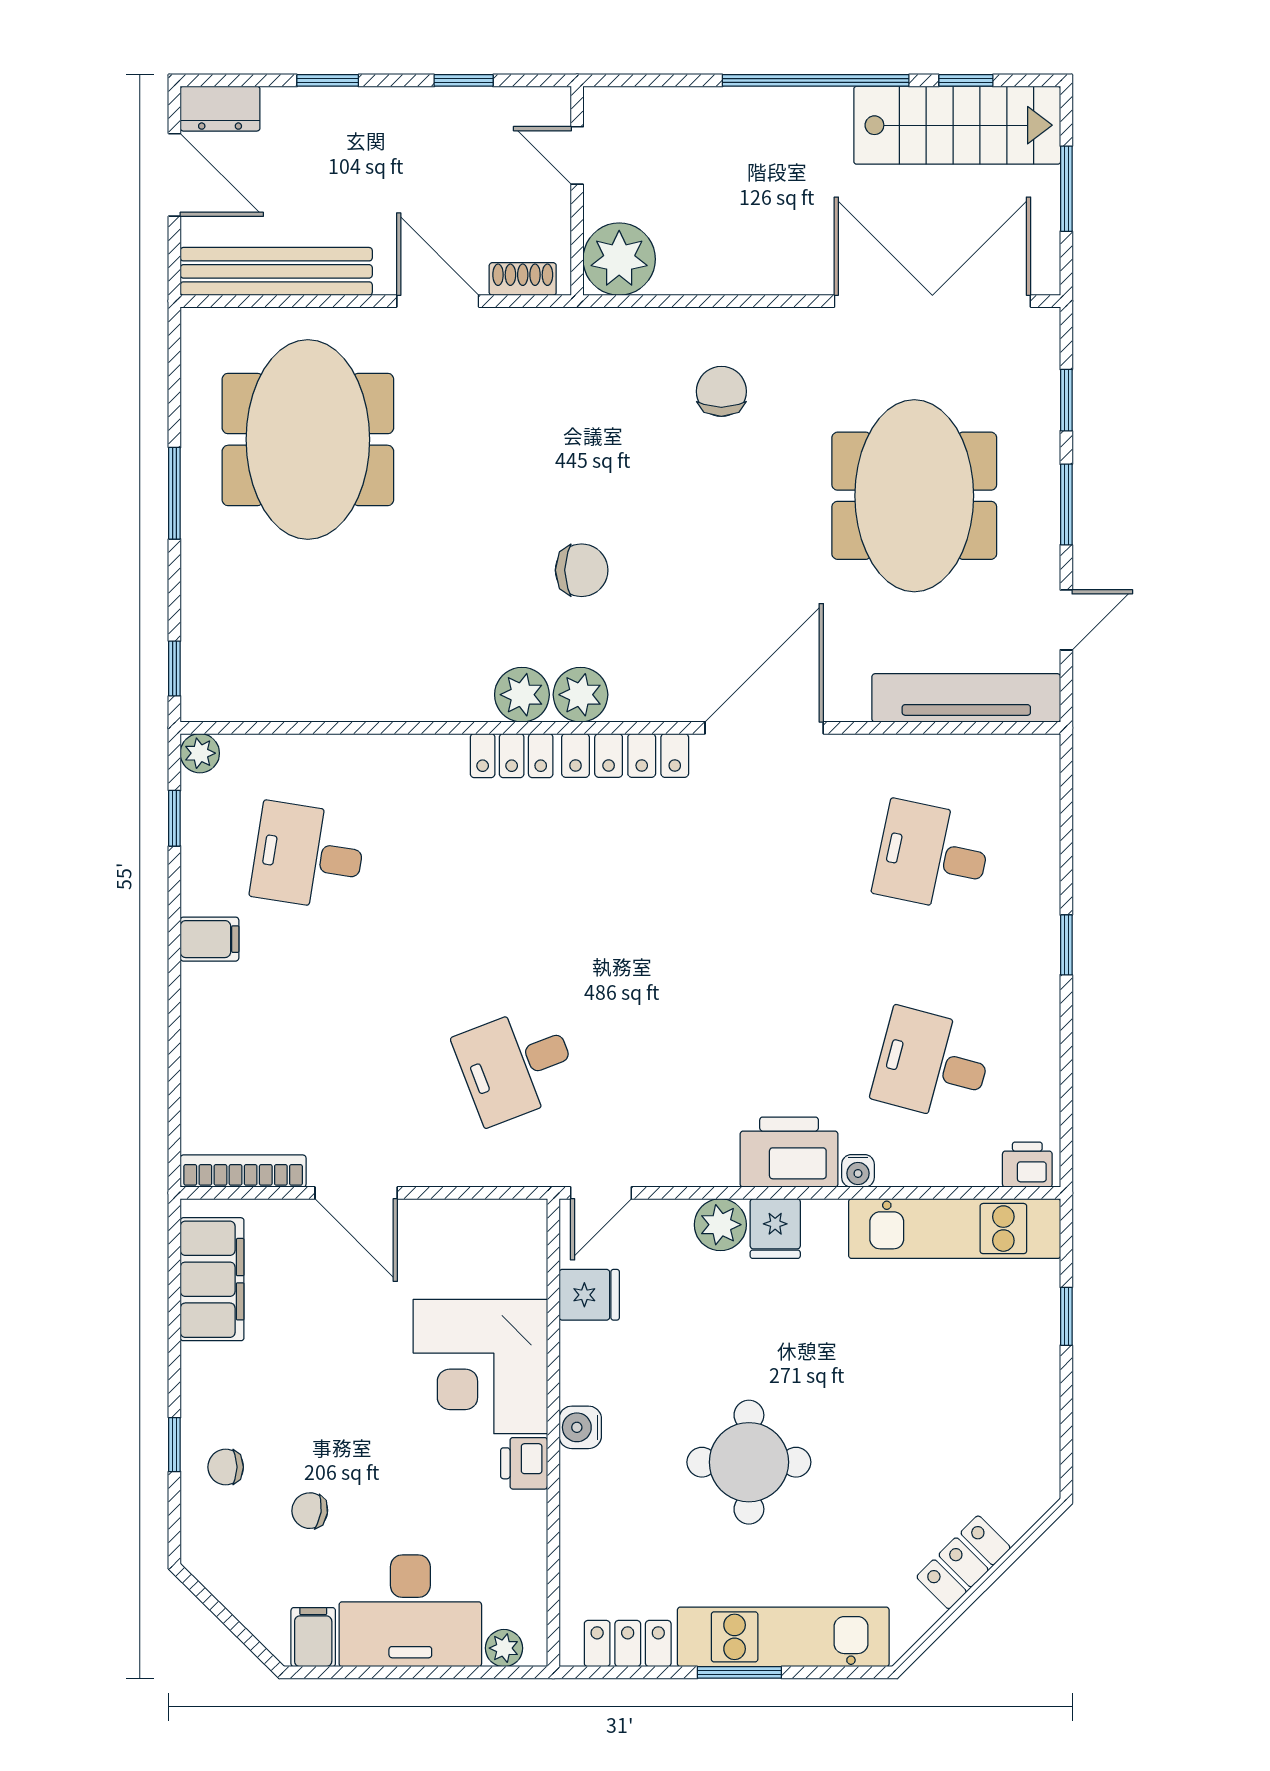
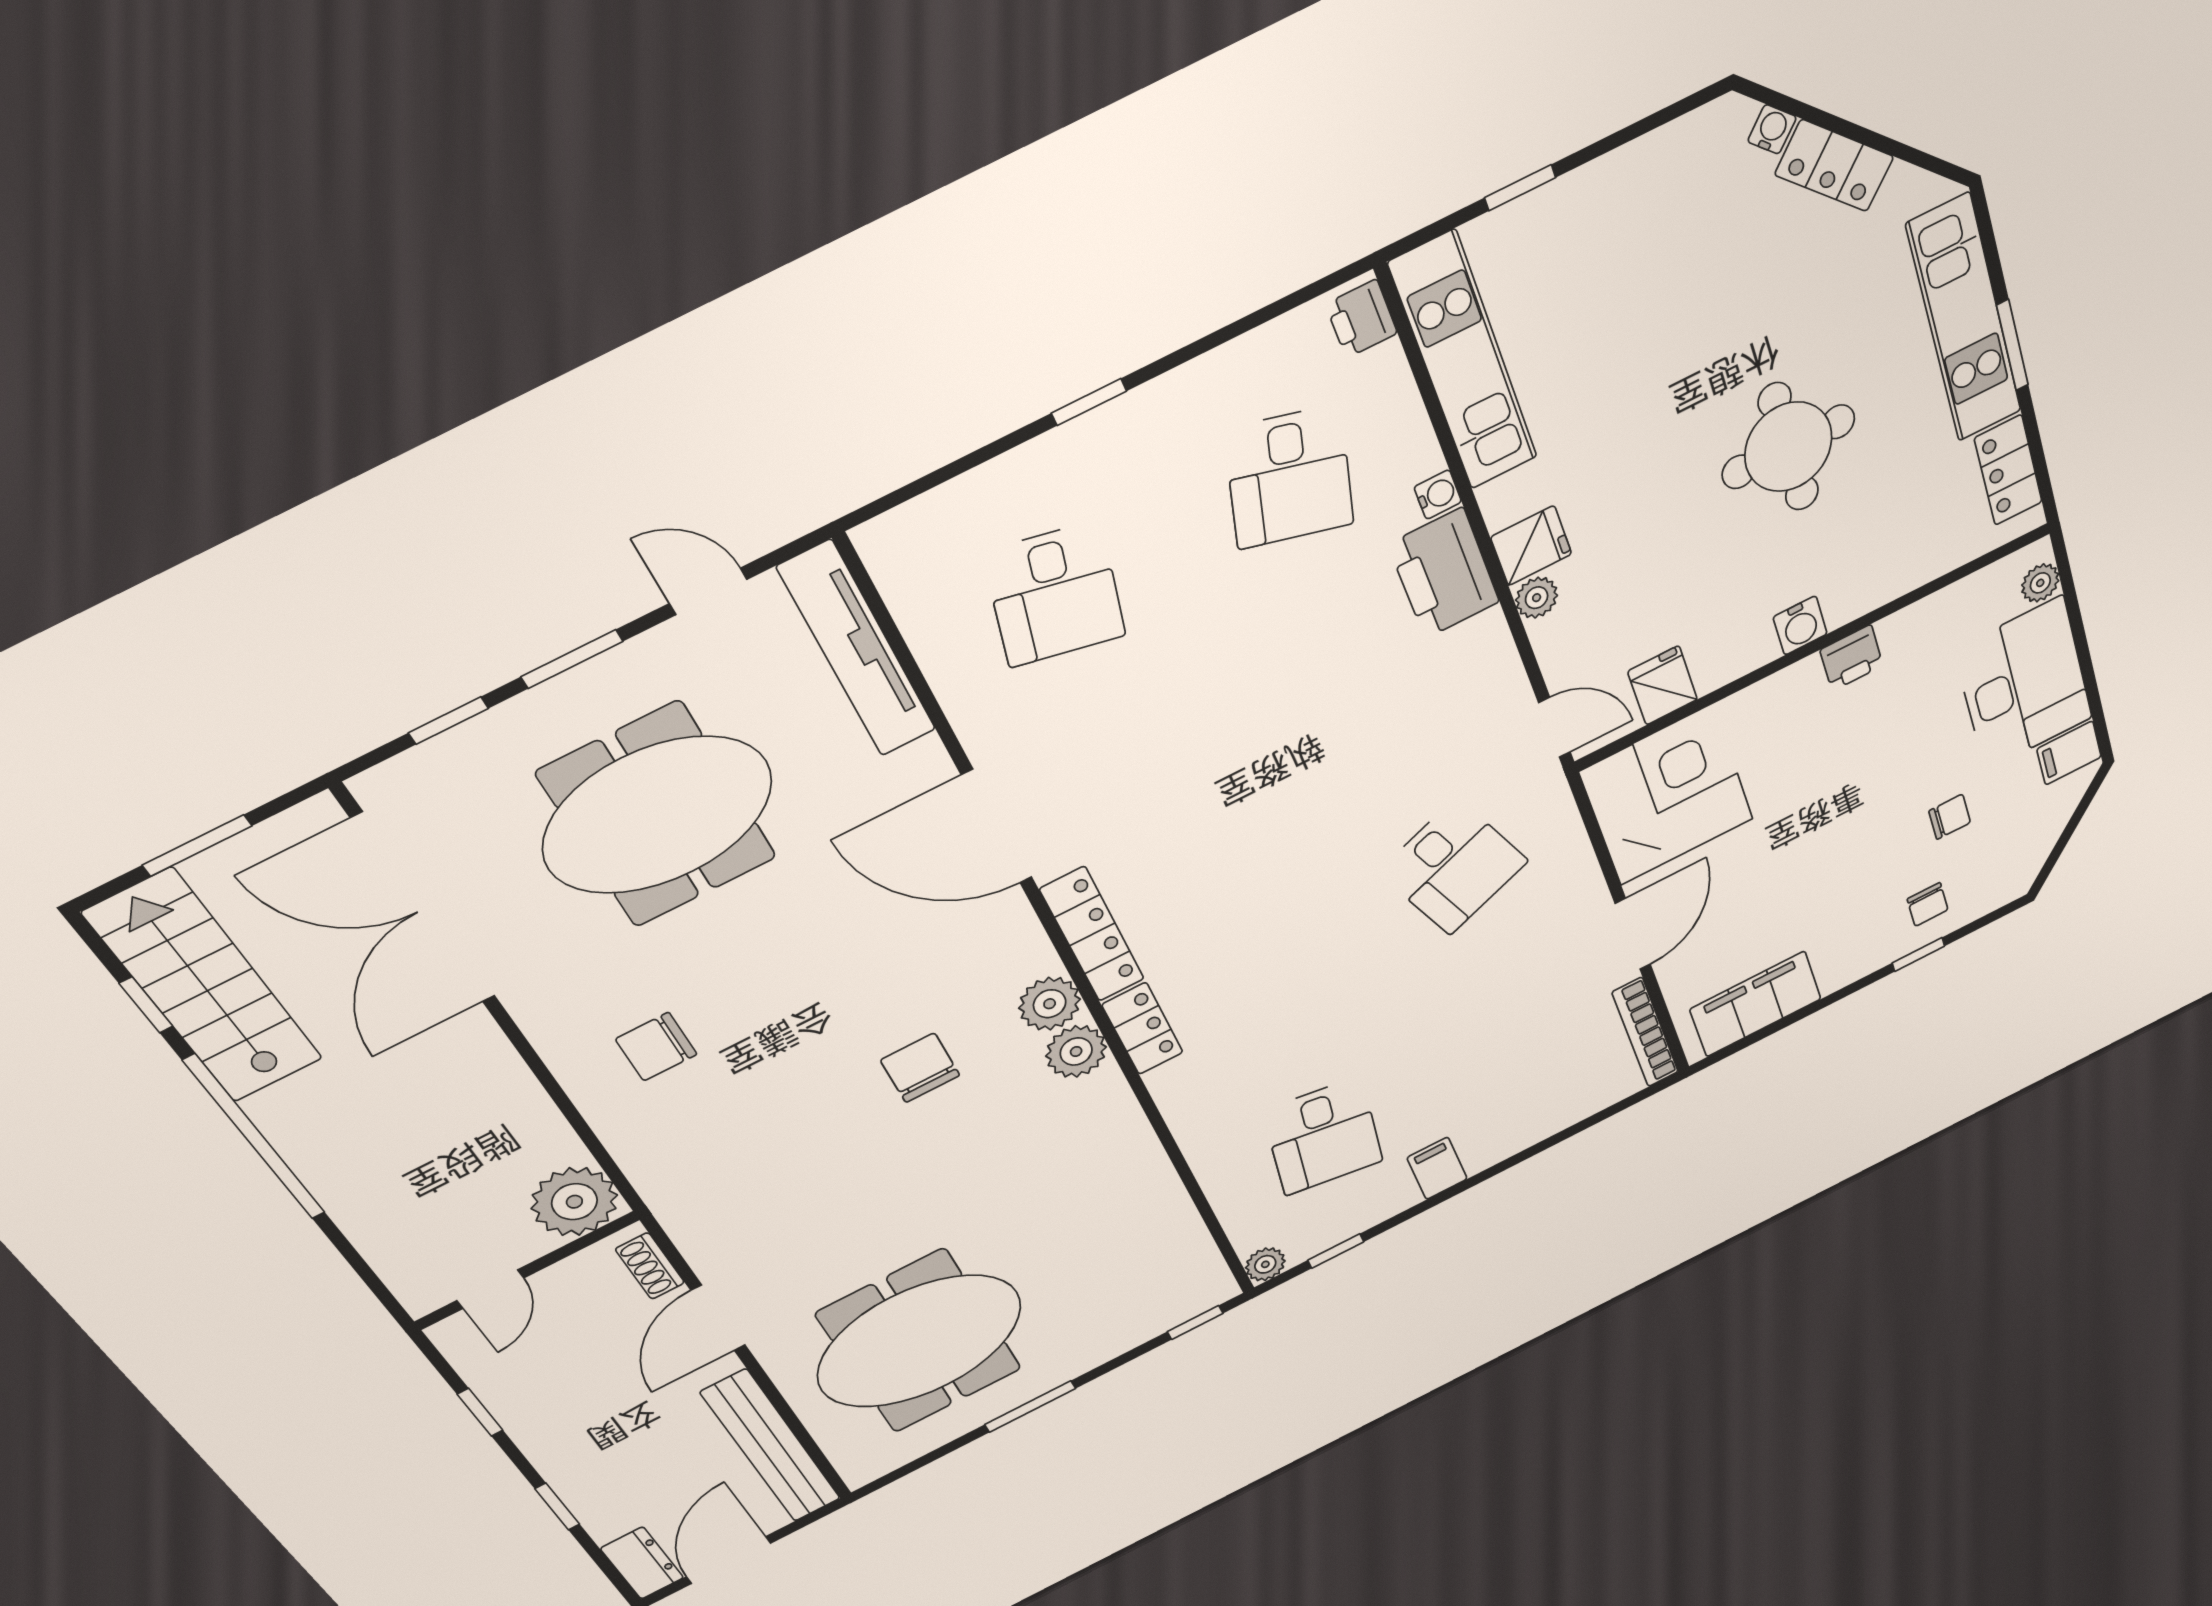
plant: (720, 1225) -> (1537, 598), width x0.73, depth x0.73
corner desk: (480, 1367) -> (1667, 795), moved, turned -90
chair: (310, 1511) -> (1950, 817), turned -98
water cooler: (1016, 1521) -> (1772, 129), added

